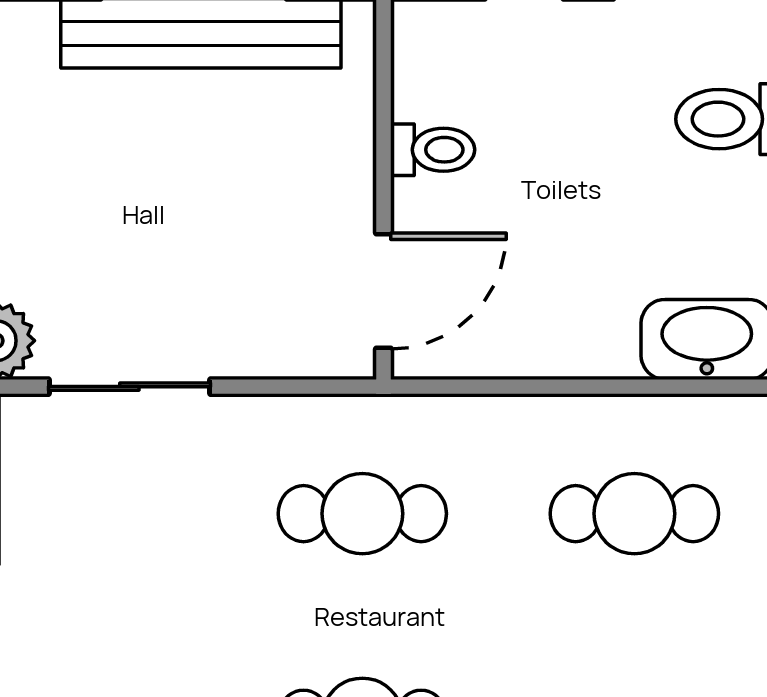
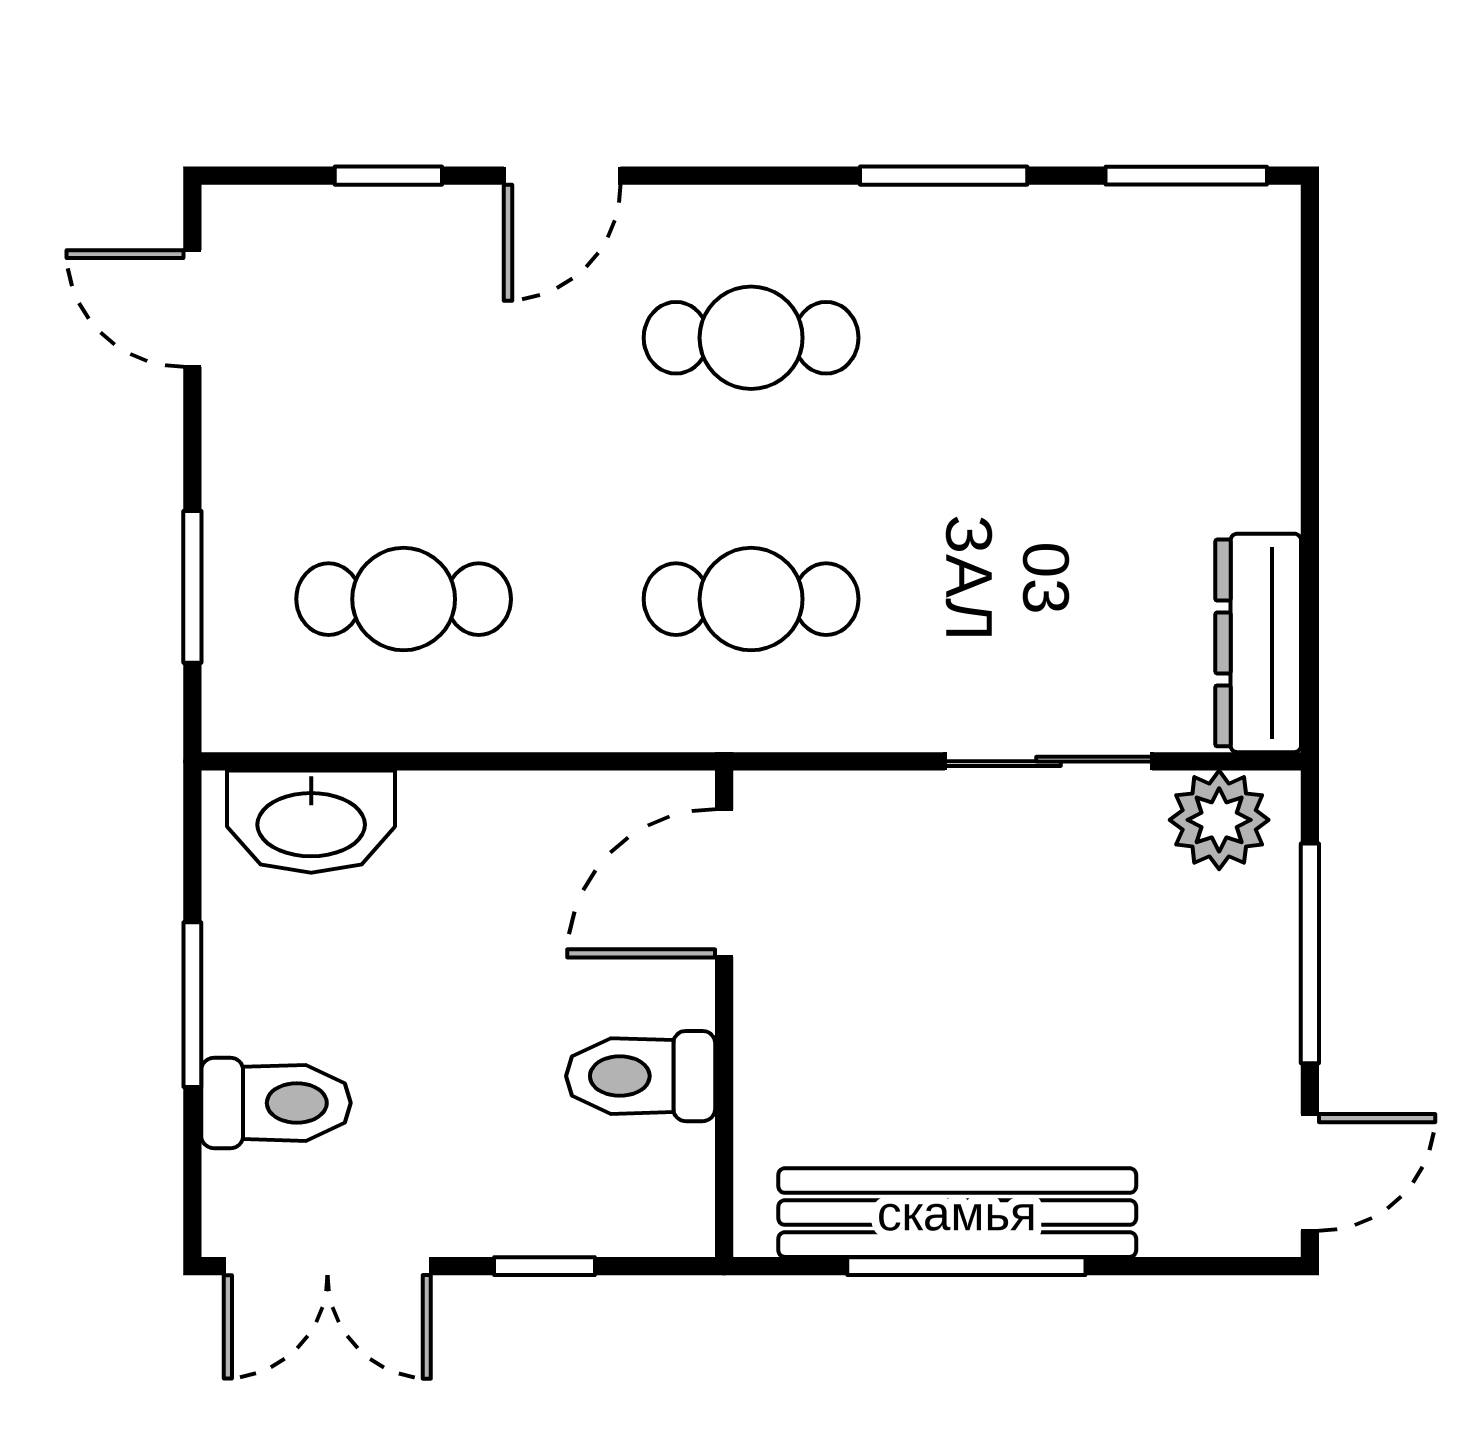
toilet: (433, 150) -> (641, 1076), width x1.37, depth x1.39

